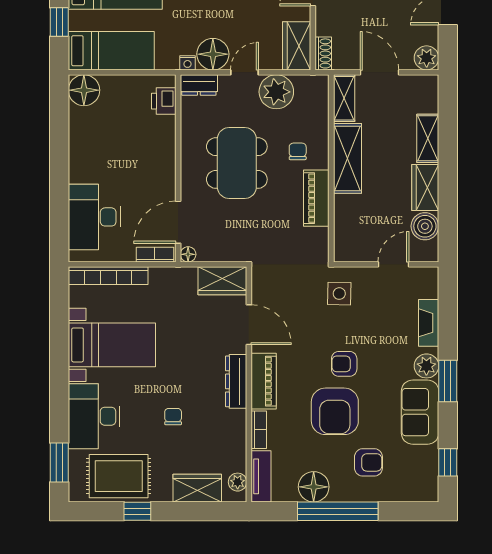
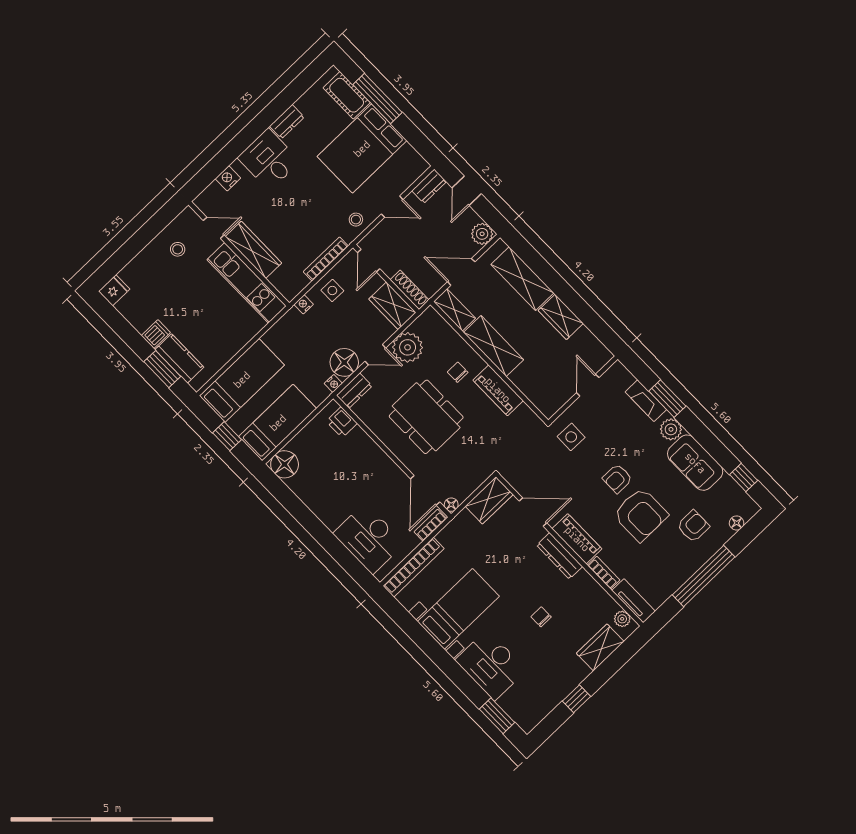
shoe rack: (323, 53) -> (410, 290), width x1.43
door: (244, 72) -> (375, 355), swing flipped
shelving: (428, 138) -> (522, 279), width x1.50, depth x1.33
boiler: (425, 226) -> (584, 342), removed
window: (448, 381) -> (667, 399), moved
rug: (119, 476) -> (543, 688), removed
floor lamp: (314, 487) -> (737, 523), moved, width x0.53, depth x0.53

